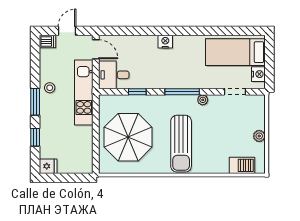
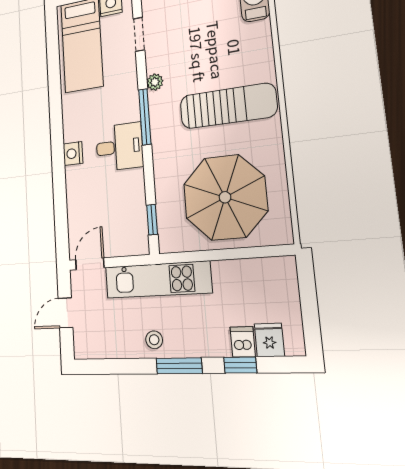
door: (67, 31) -> (65, 313), hinge flipped
dishwasher: (47, 42) -> (243, 342), moved
desk: (114, 75) -> (119, 147), moved, turned -90
window: (137, 92) -> (152, 220), moved
fridge: (48, 166) -> (269, 340), moved

